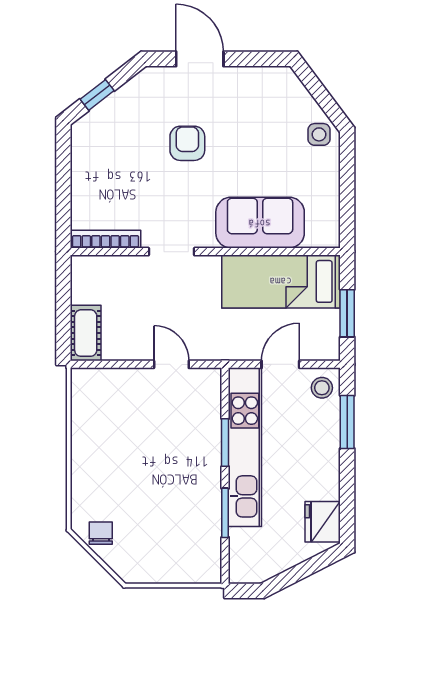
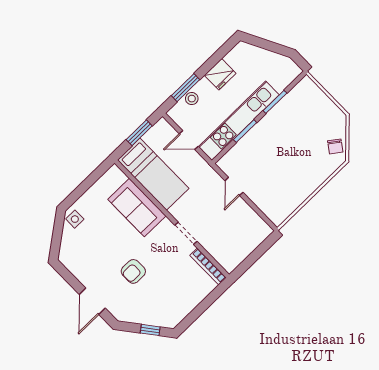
cot: (86, 333) -> (256, 236), removed
stool: (322, 388) -> (192, 99), moved
fridge: (323, 522) -> (220, 74), moved
chair: (101, 533) -> (335, 146), turned -54

